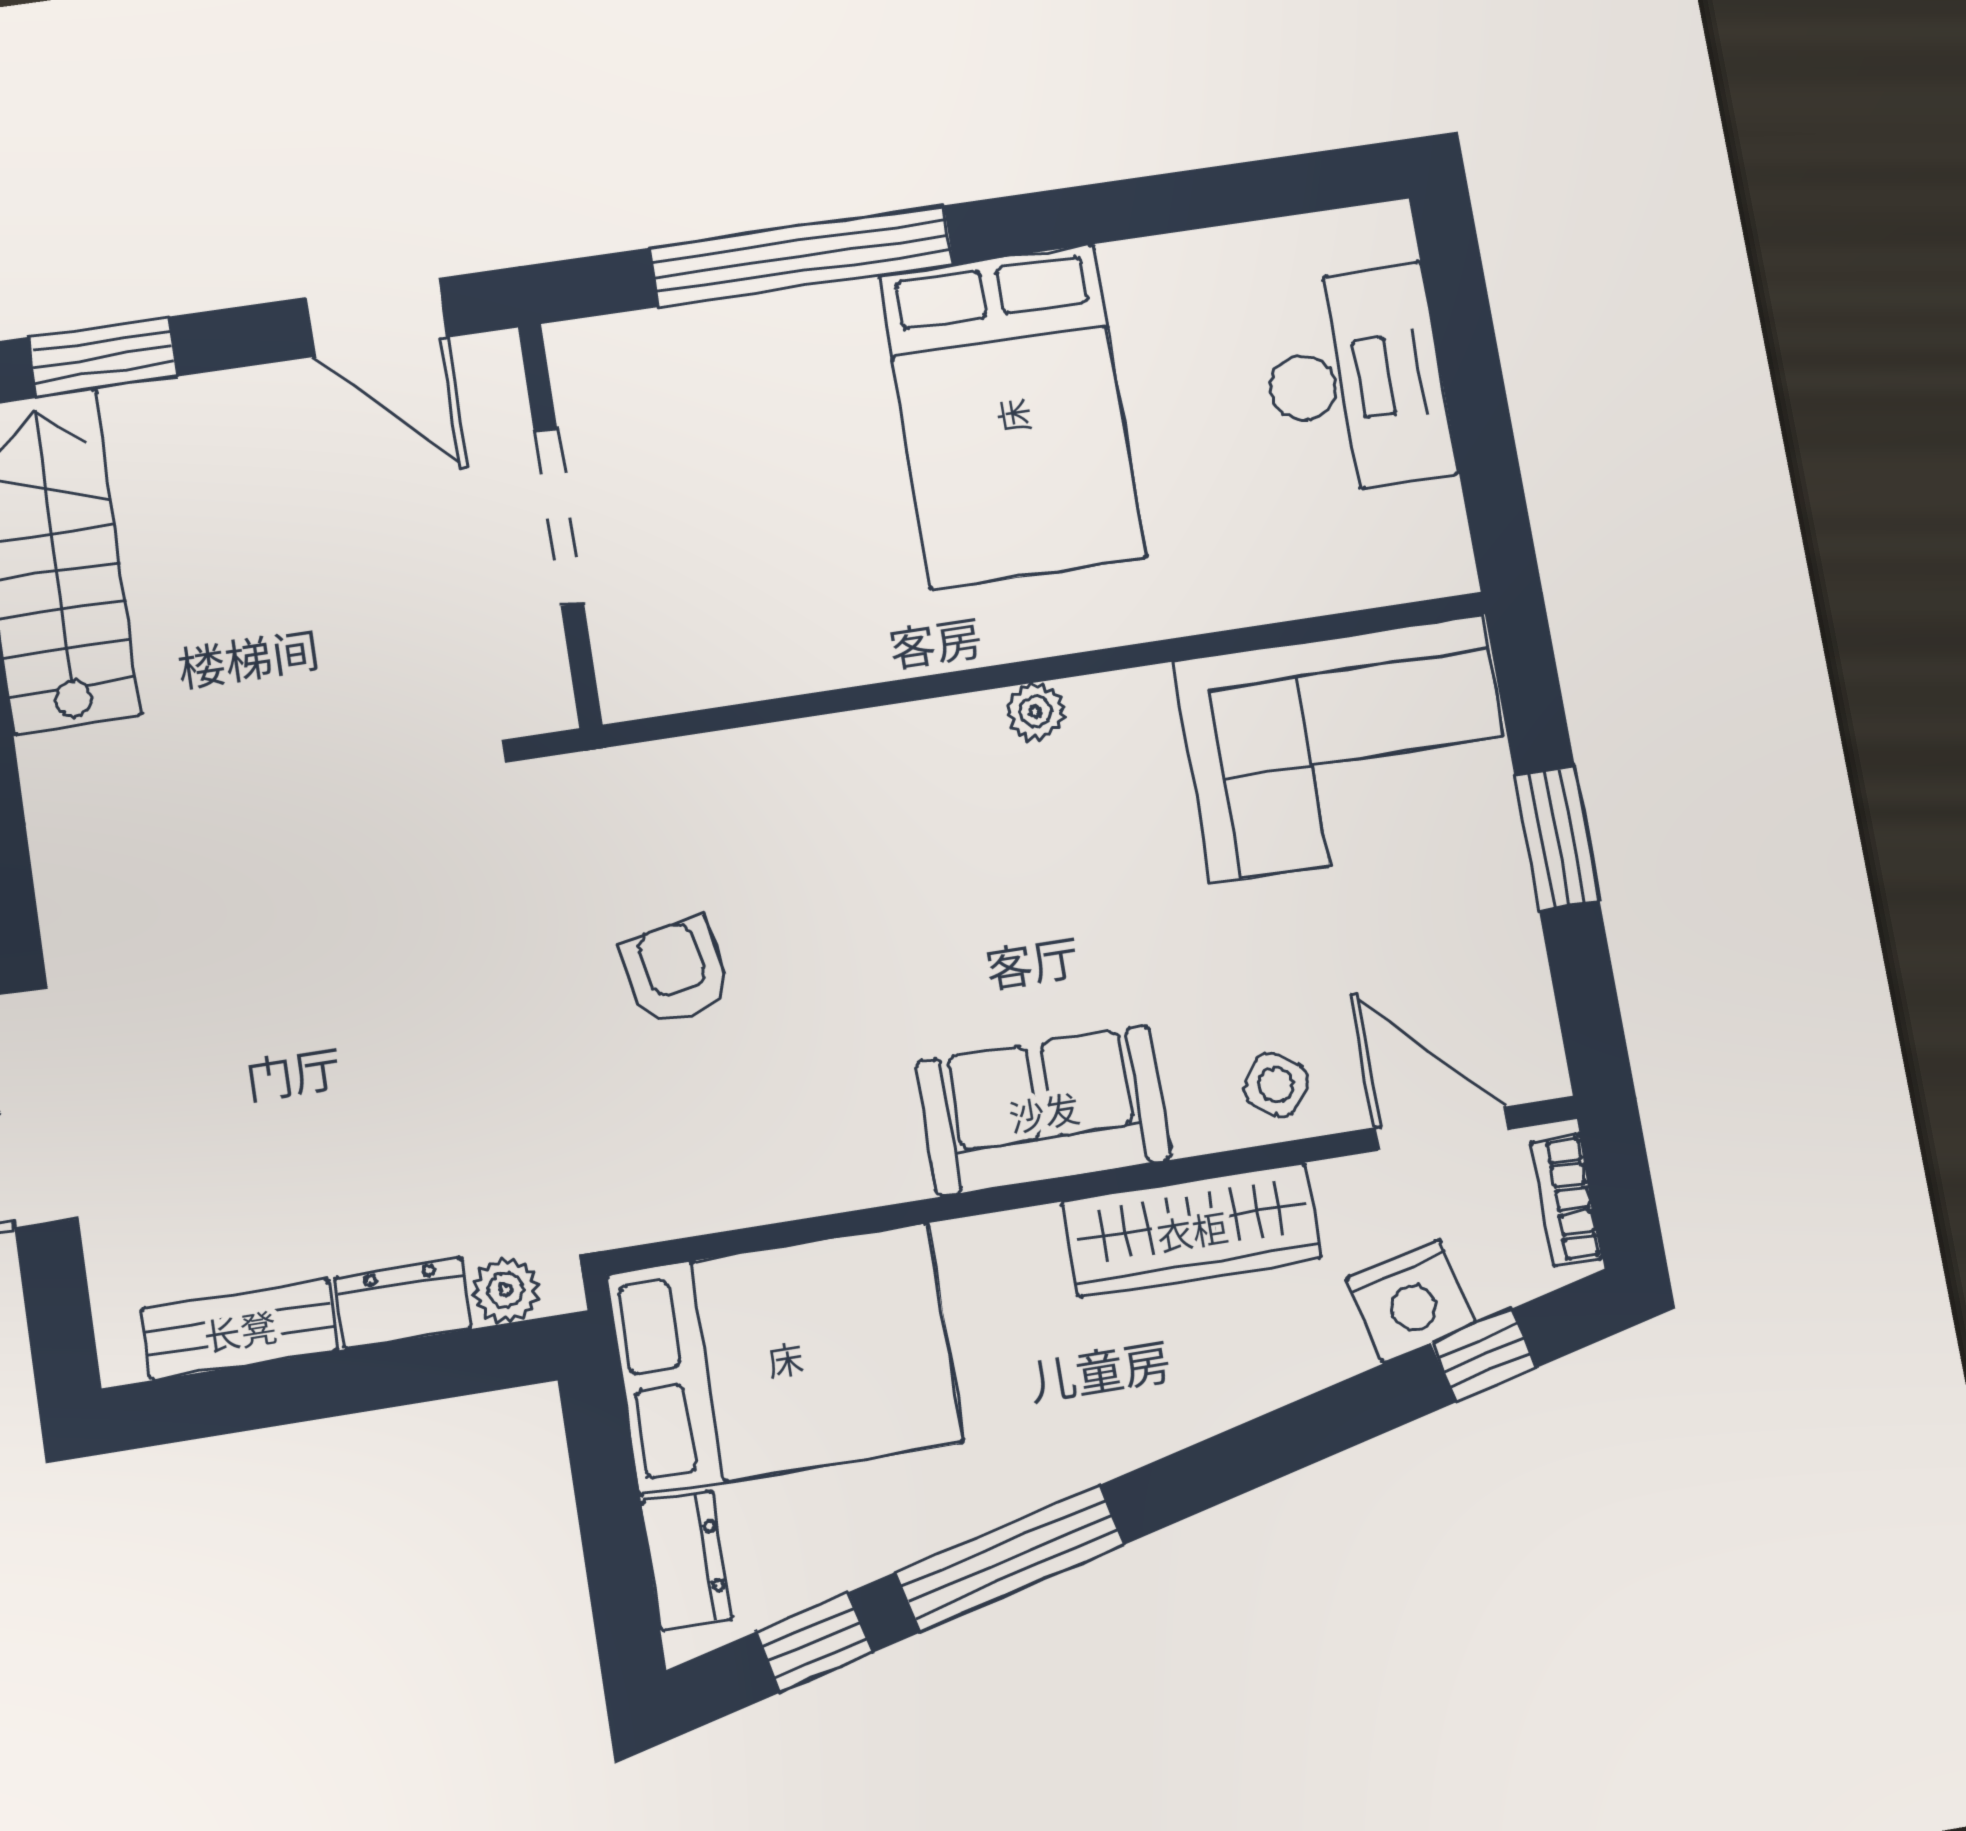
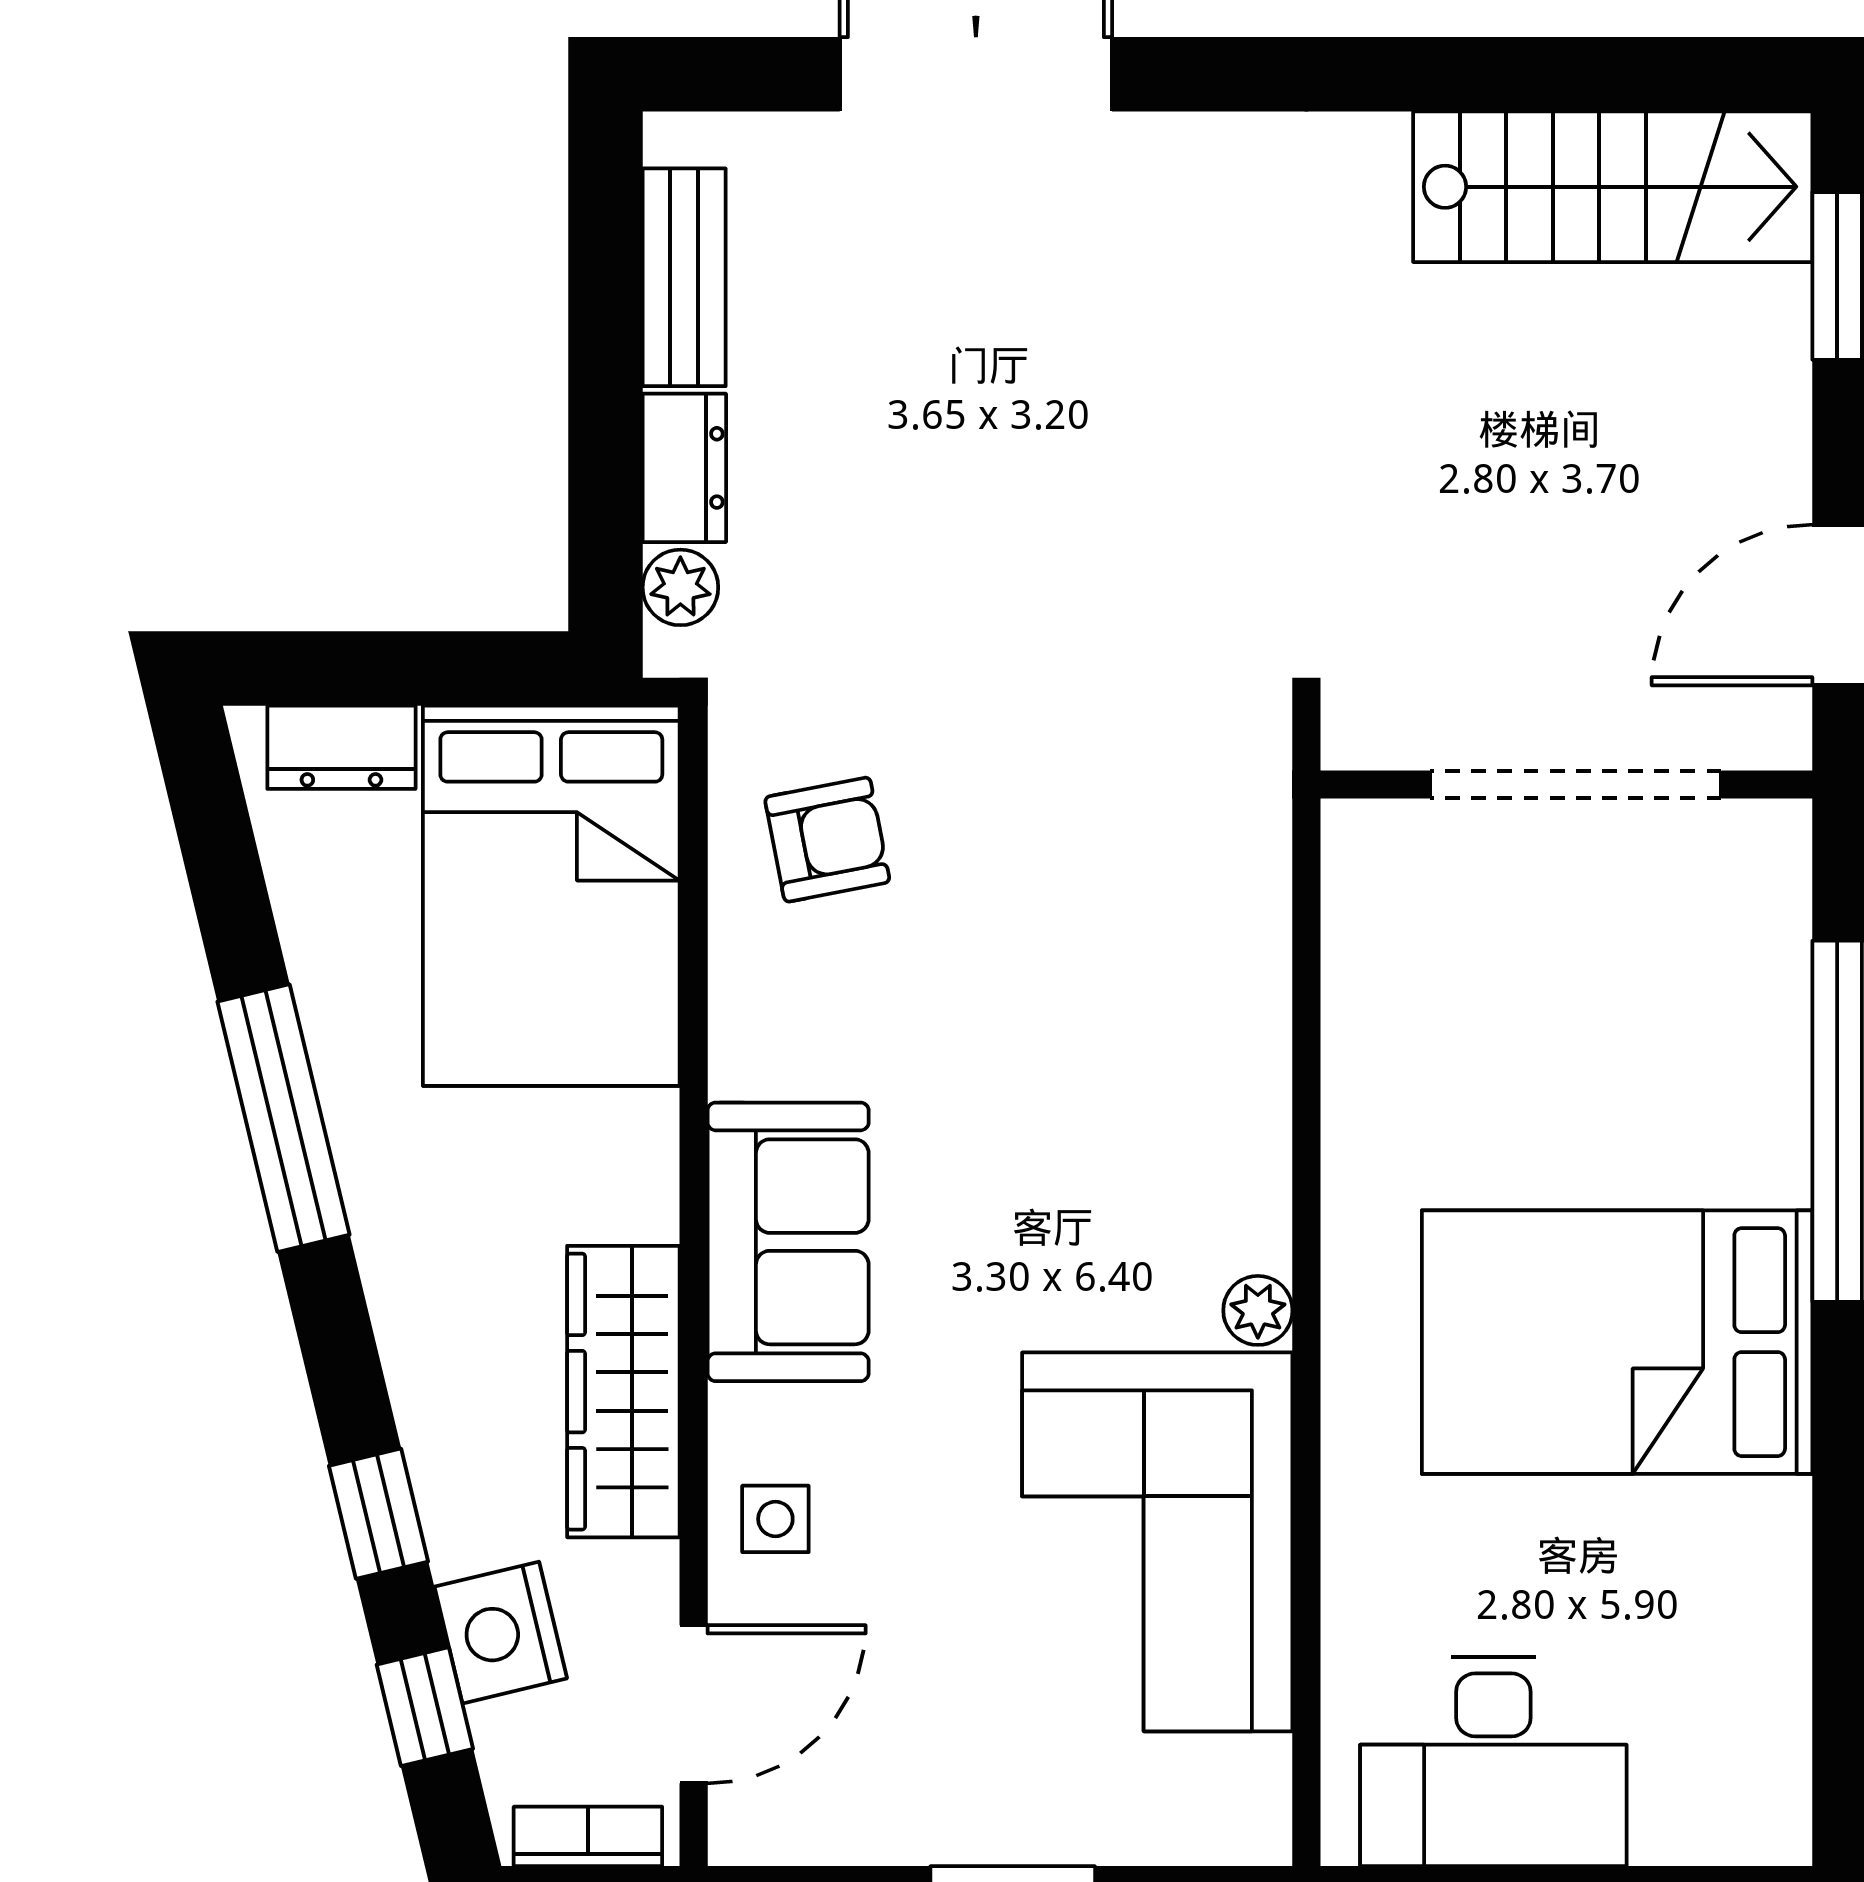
desk: (1355, 380) -> (1493, 1761), moved
doorway: (559, 517) -> (1576, 785), width x1.36
corner sofa: (1346, 749) -> (1157, 1542), moved
armchair: (676, 972) -> (827, 840), moved
side table: (1276, 1085) -> (775, 1519), turned -34
window: (814, 1642) -> (379, 1514), moved

